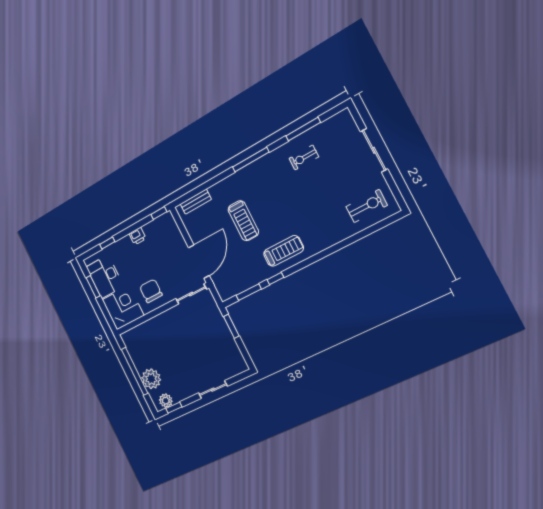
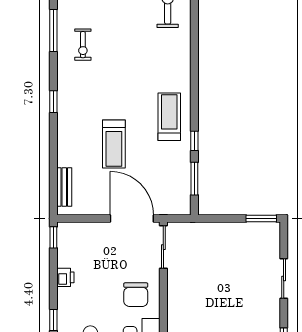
window: (251, 160) -> (53, 102), width x0.46
treadmill: (243, 221) -> (114, 144), turned 90
chair: (151, 291) -> (136, 295), turned -90
window: (231, 326) -> (261, 219), moved

